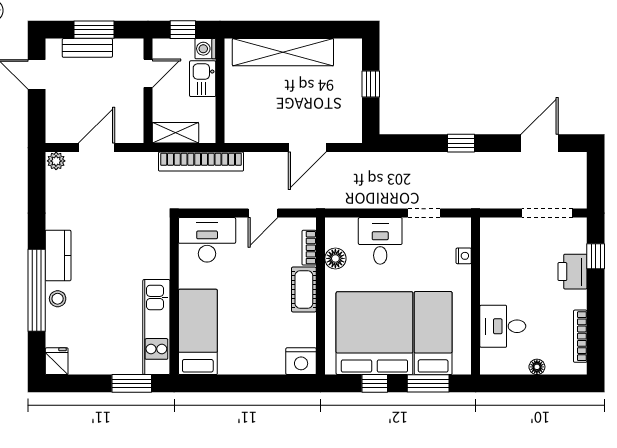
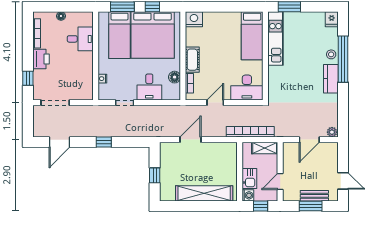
printer: (572, 272) -> (41, 59), moved

